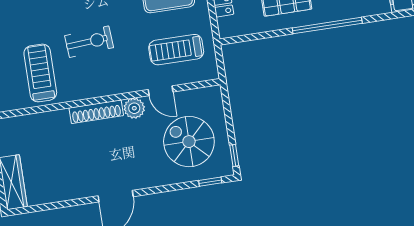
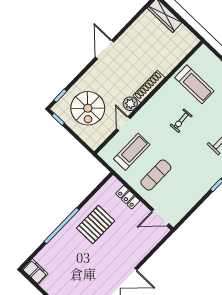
exercise bike: (89, 42) -> (181, 121), width x0.73, depth x0.72
door: (161, 91) -> (123, 124), hinge flipped
spiral stairs: (189, 142) -> (88, 108), turned 90

